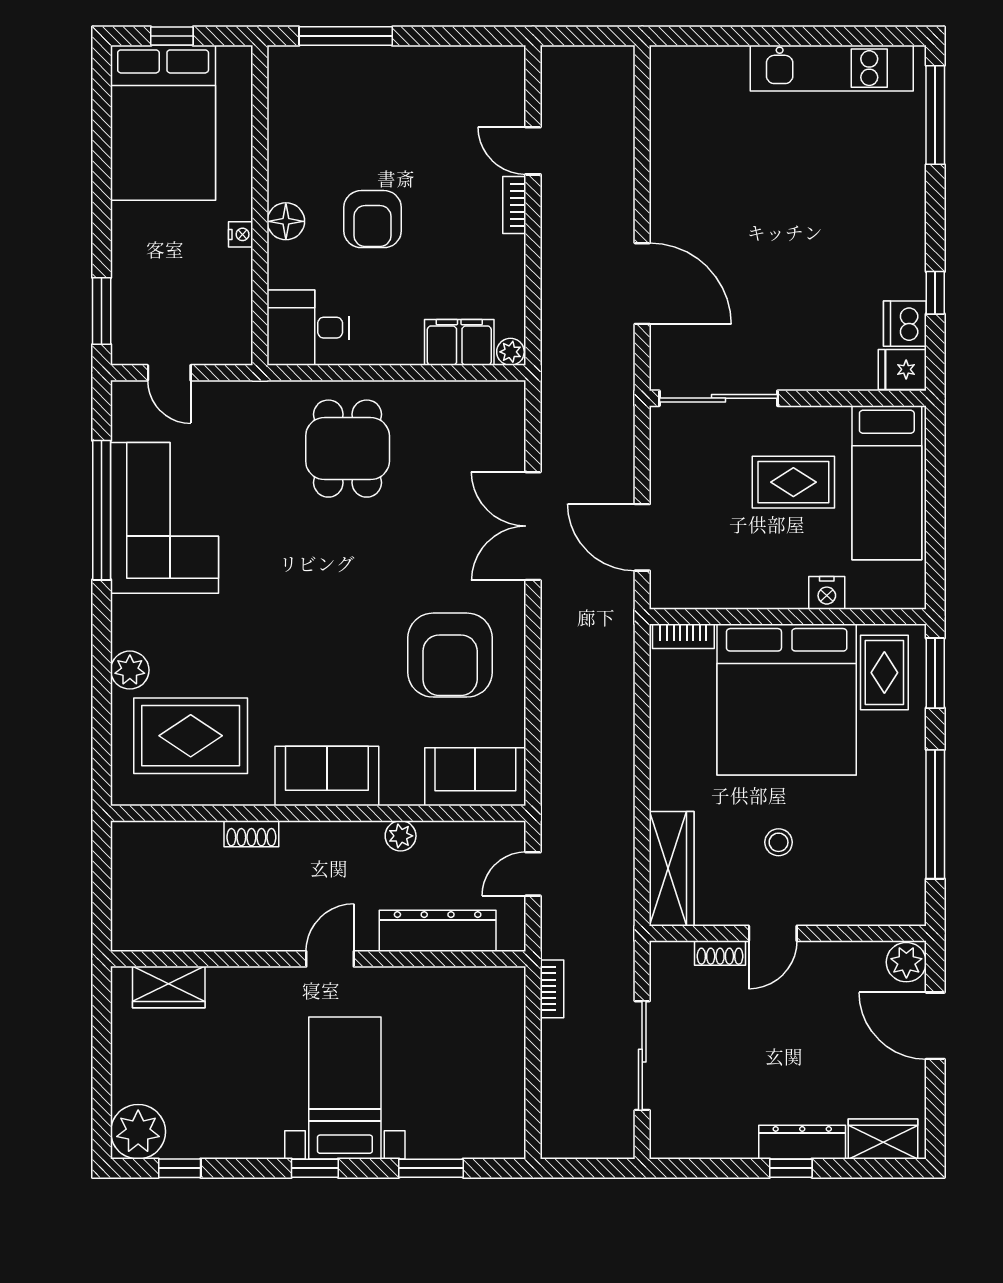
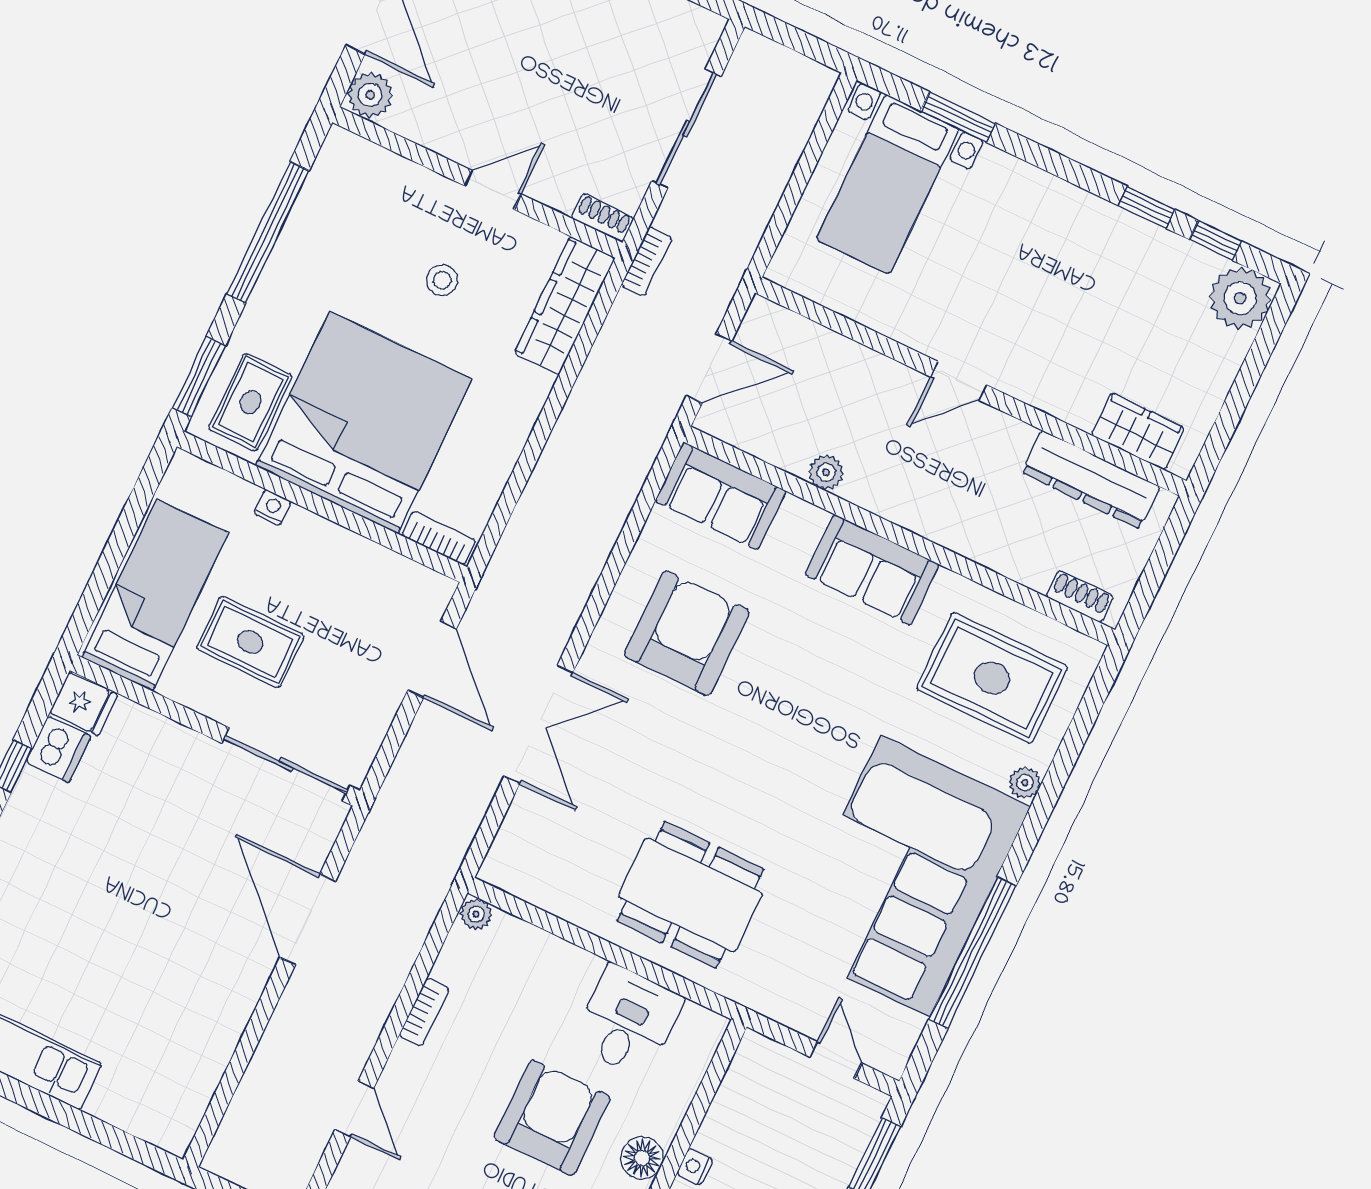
bookcase: (514, 205) -> (424, 1012), moved
armchair: (373, 219) -> (552, 1118), width x1.36, depth x1.36
desk: (308, 328) -> (628, 1021), moved, turned -90
filing cabinet: (459, 342) -> (524, 949), removed
dining table: (348, 449) -> (690, 895), width x1.37
corner sofa: (165, 518) -> (905, 876), width x1.36, depth x1.36
nightstand: (827, 593) -> (273, 508), width x0.72, depth x0.74
plant: (130, 670) -> (1025, 783), width x0.73, depth x0.73
shoe rack: (251, 834) -> (1080, 597), moved
door: (533, 874) -> (709, 368), width x1.38
dresser: (438, 931) -> (1091, 480), moved
shoe rack: (720, 953) -> (603, 218), moved
bookcase: (552, 989) -> (647, 261), moved, turned 180
bed with nightstands: (345, 1088) -> (888, 184), moved
window: (315, 1168) -> (1147, 207), moved

